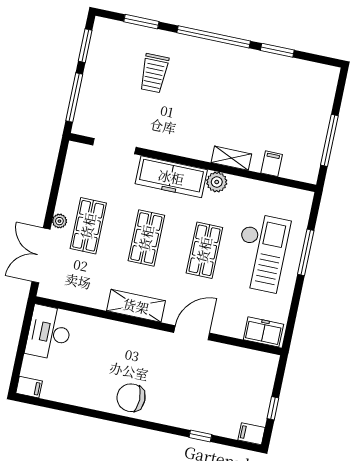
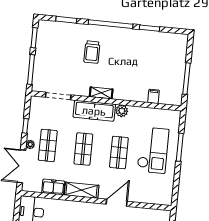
trolley: (154, 73) -> (92, 52), moved
shelving: (231, 158) -> (101, 93), moved
window: (55, 190) -> (25, 126), added
freezer: (263, 332) -> (53, 187), moved

